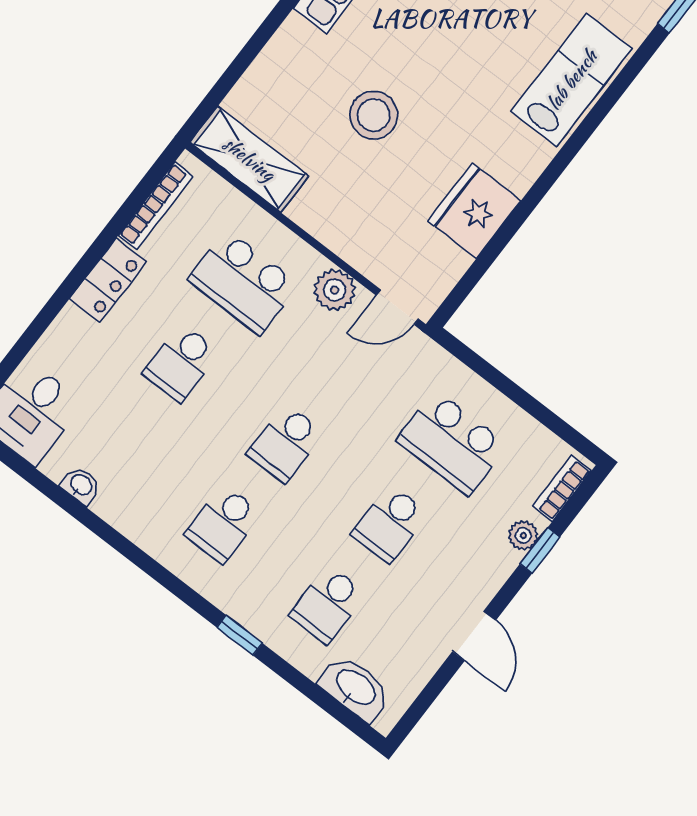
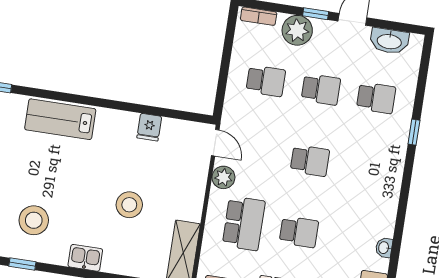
fridge: (474, 211) -> (149, 127), width x0.53, depth x0.75
school desk: (452, 443) -> (266, 81), width x0.54
school desk: (223, 524) -> (365, 169), removed
plant: (523, 535) -> (297, 30), width x1.88, depth x1.88
window: (540, 550) -> (316, 14), moved
washbasin: (355, 688) -> (389, 41), moved, turned -90

